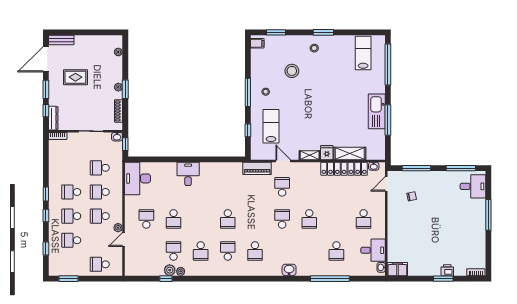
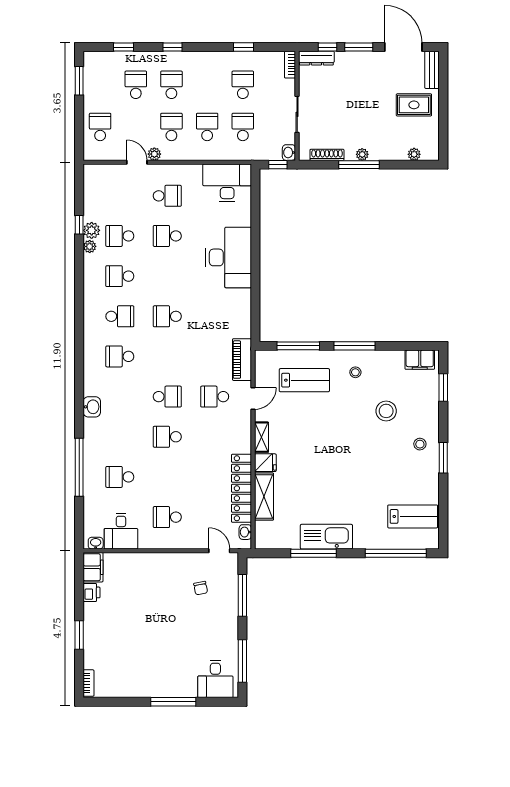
filing cabinet: (257, 43) -> (420, 360), width x2.00
rug: (75, 77) -> (414, 105), moved, turned 90
window: (125, 89) -> (359, 165), width x1.44
window: (248, 130) -> (298, 346), width x2.17
desk: (188, 174) -> (229, 257), width x1.87, depth x1.30
school desk: (282, 187) -> (215, 397), turned 180
school desk: (71, 192) -> (243, 85), moved
window: (46, 194) -> (243, 47), moved
school desk: (174, 251) -> (120, 236), turned 180
printer: (447, 270) -> (91, 592), moved

